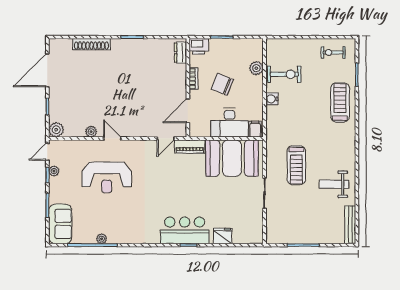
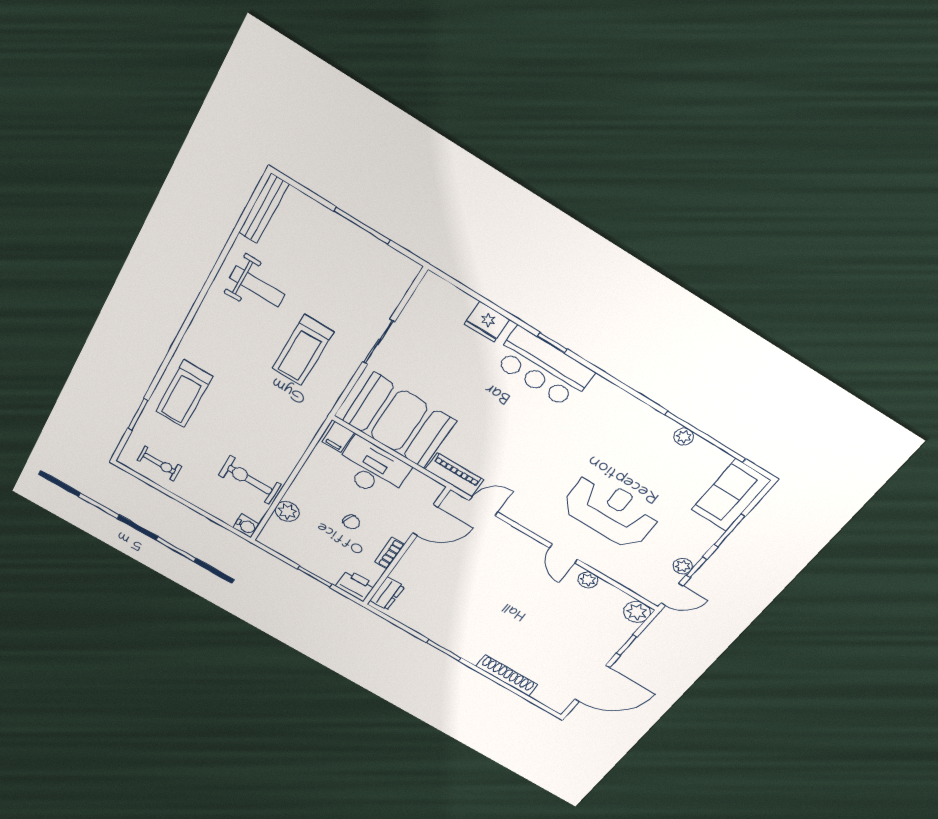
chair: (222, 84) -> (351, 522), width x0.54, depth x0.54
water cooler: (272, 99) -> (246, 526), moved
treadmill: (296, 165) -> (303, 350), turned 180

